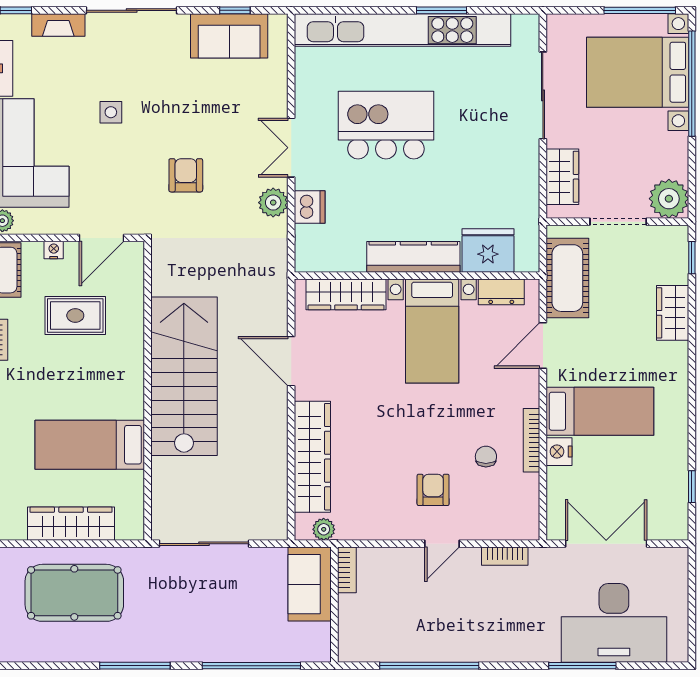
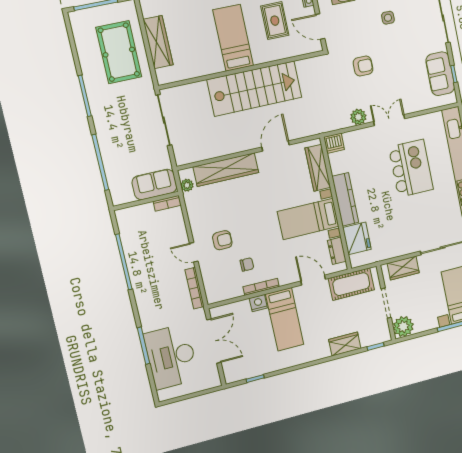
dishwasher: (310, 207) -> (334, 143), moved
bed: (90, 445) -> (233, 38), moved
bookcase: (505, 556) -> (195, 288), width x1.56

